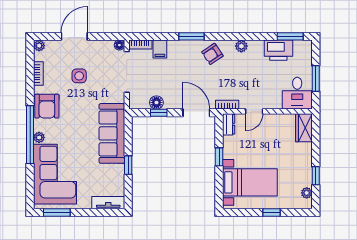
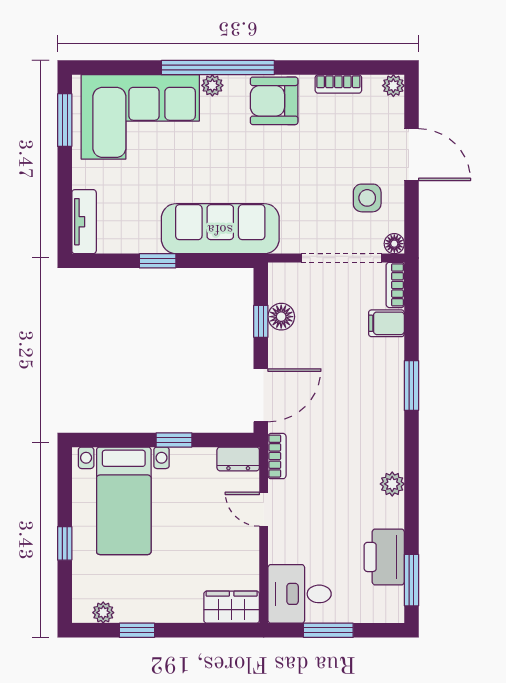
armchair: (212, 54) -> (377, 427), removed
side table: (79, 76) -> (367, 198), moved

